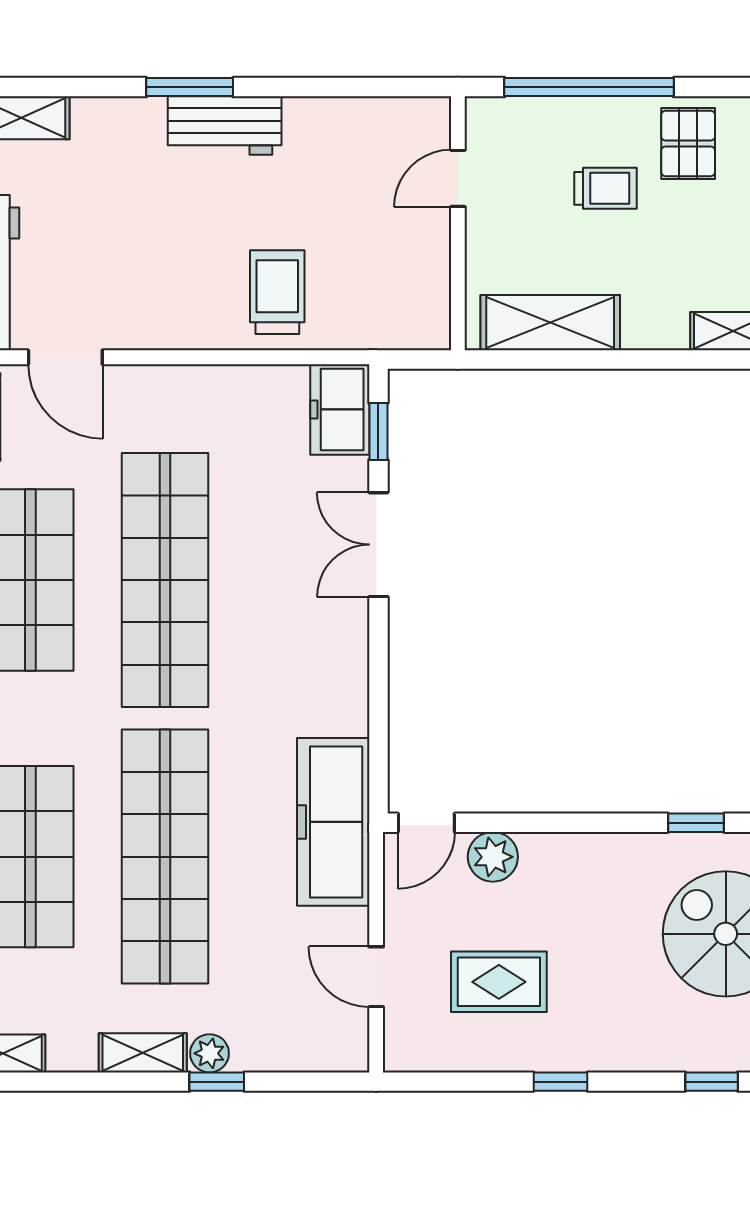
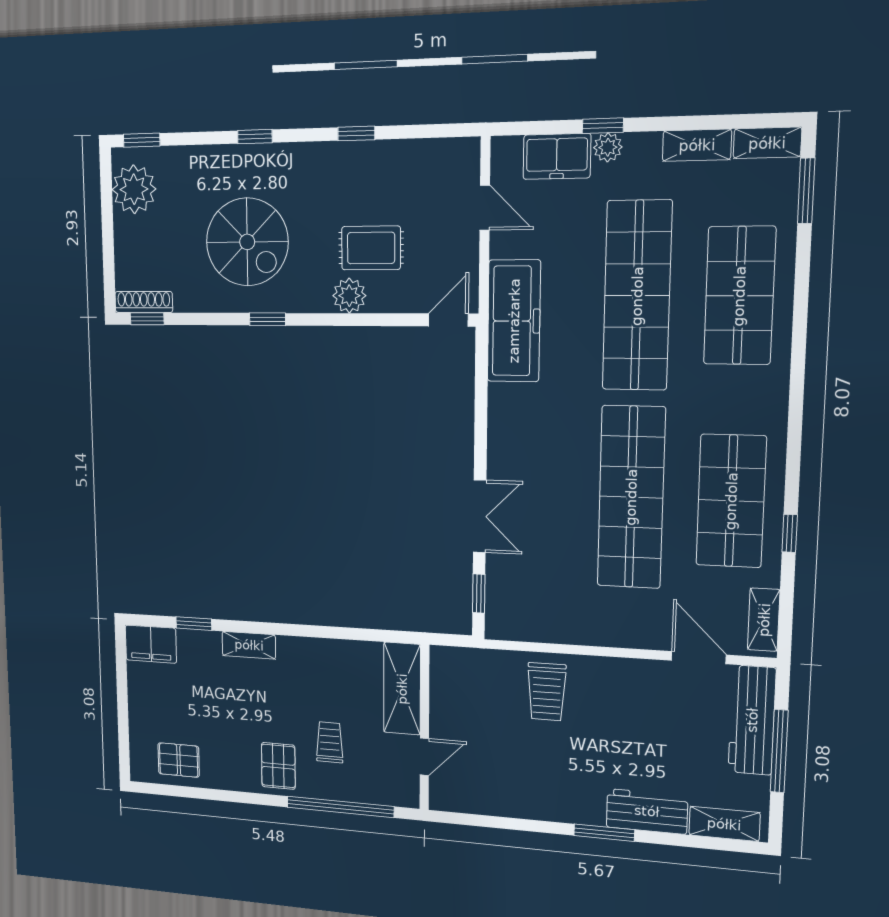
workbench: (225, 125) -> (647, 811), moved
trolley: (605, 188) -> (330, 742), turned 90
shelving: (550, 323) -> (402, 689), moved, turned 90
freezer: (340, 409) -> (557, 156), moved, turned 90
plant: (493, 857) -> (349, 296), moved
rug: (499, 982) -> (371, 248), moved
shelving: (143, 1053) -> (697, 145), moved

